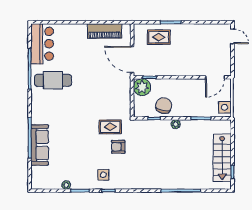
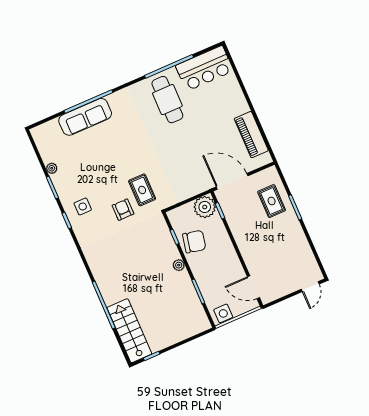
door: (132, 59) -> (232, 181), hinge flipped
stairs: (222, 158) -> (129, 331), moved, turned 90

